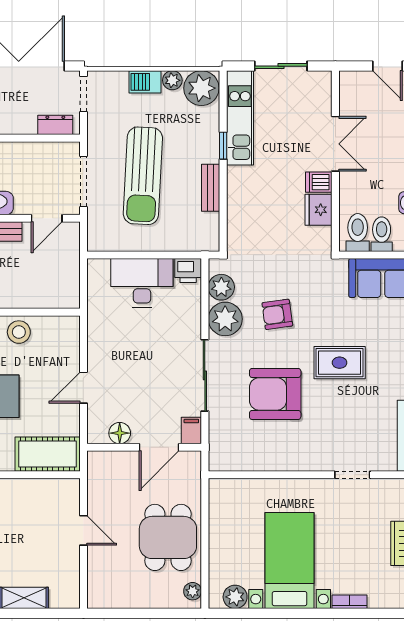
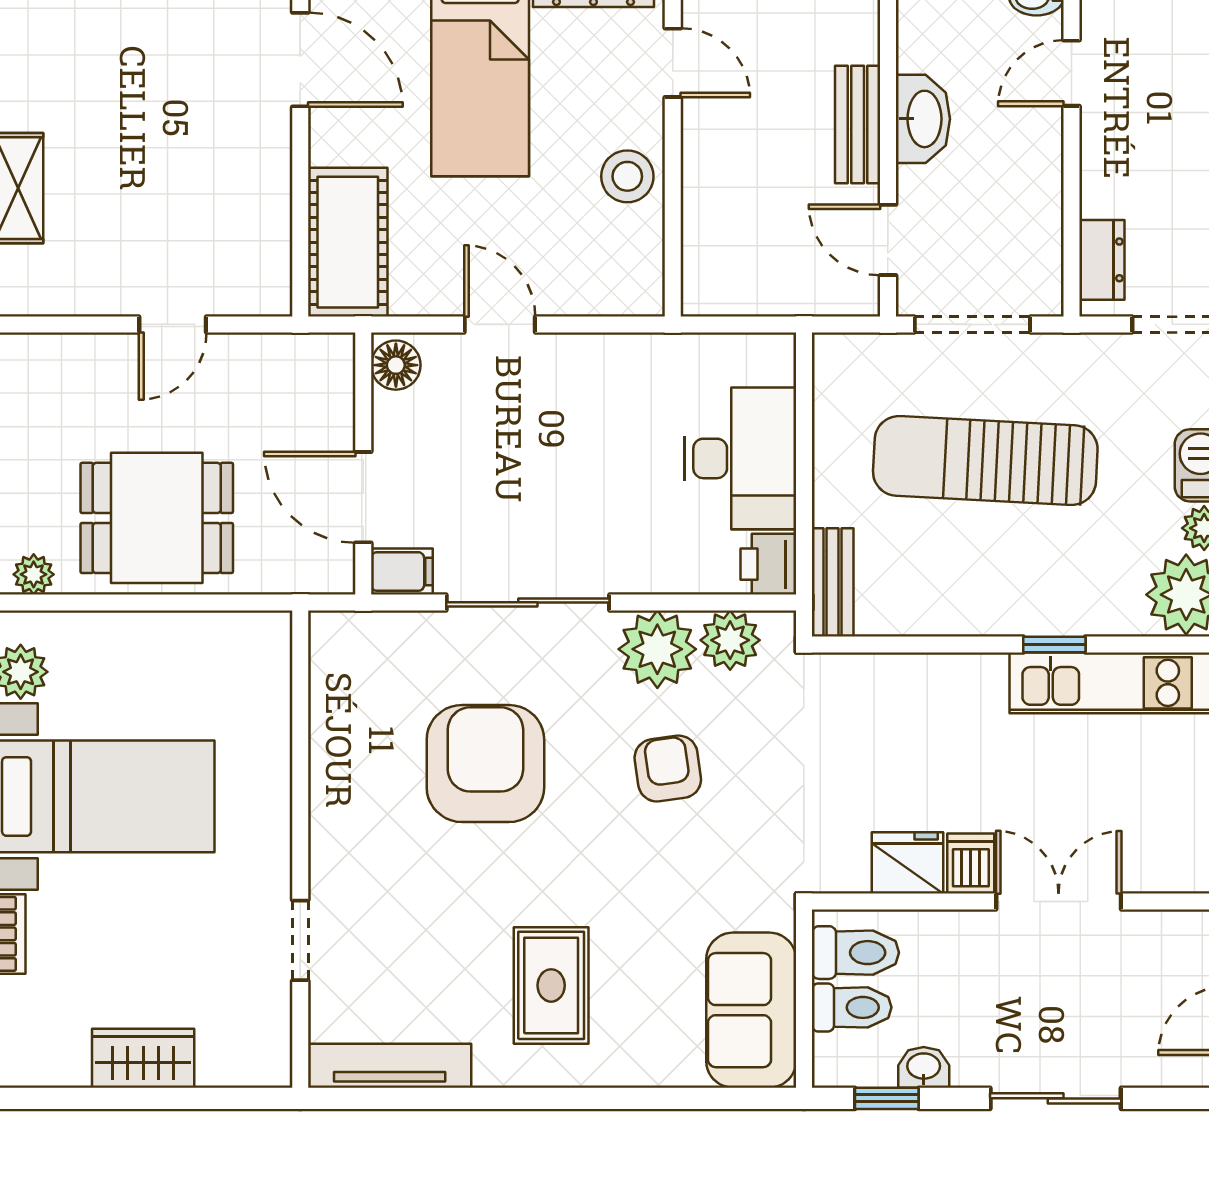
double door: (335, 144) -> (1059, 902), swing flipped
bench: (211, 188) -> (833, 582), moved, turned 90
rug: (340, 363) -> (551, 985), moved
floor lamp: (120, 433) -> (396, 365), moved

